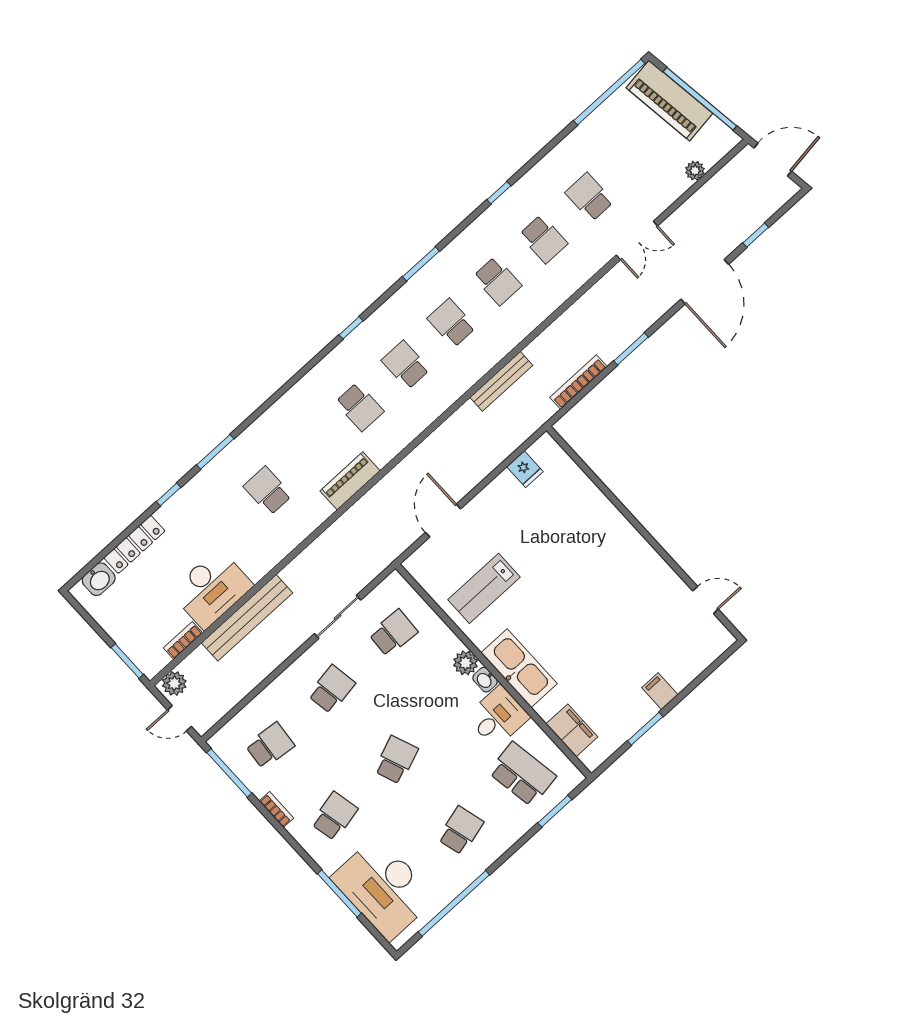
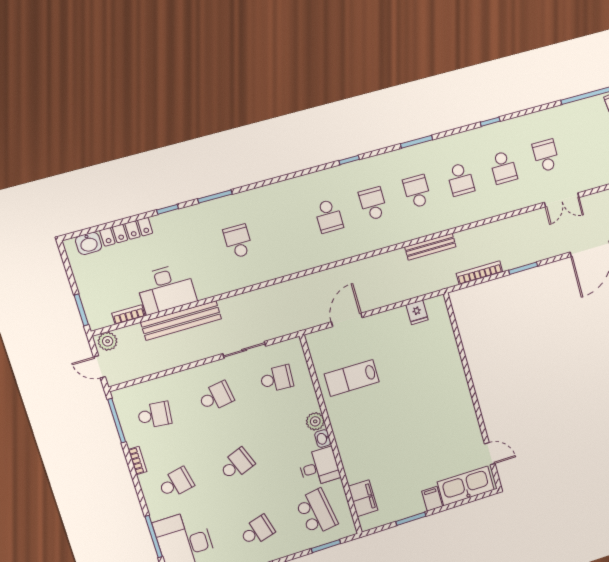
piano: (350, 481) -> (298, 263), removed
kitchen sink: (519, 668) -> (466, 486), moved, turned -90

